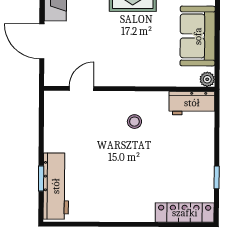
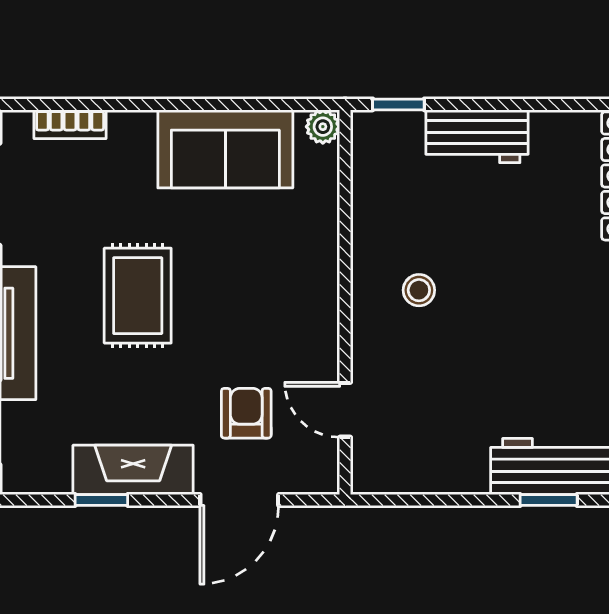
armchair: (80, 45) -> (246, 413), added
workbench: (192, 103) -> (477, 136), moved, turned 90
window: (217, 177) -> (398, 104), moved

